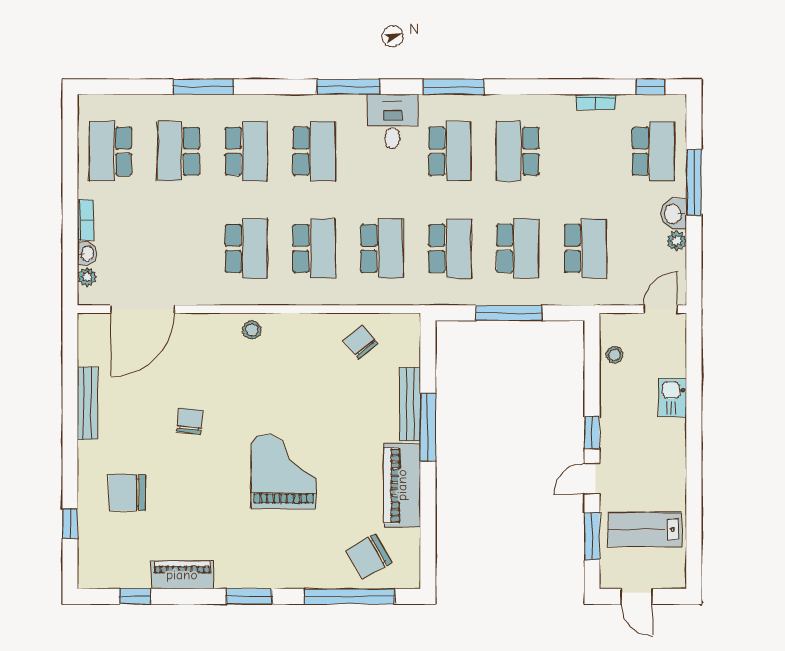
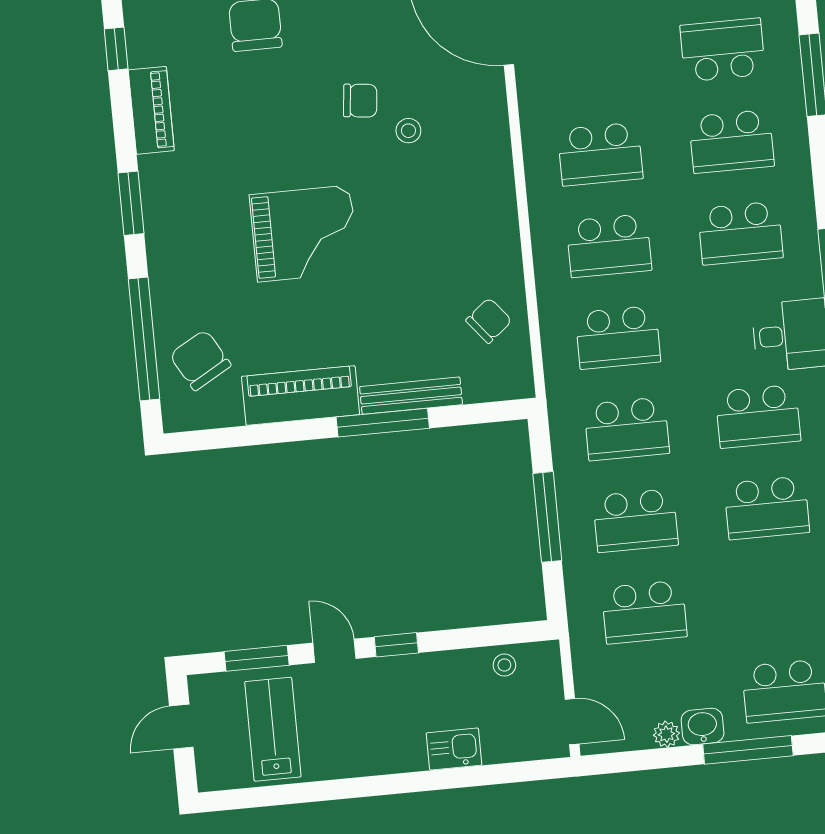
school desk: (518, 151) -> (767, 508), turned 180
stool: (252, 330) -> (408, 131), moved

